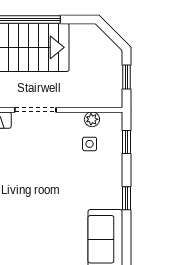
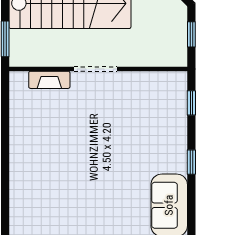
plant: (92, 119) -> (155, 79), removed
side table: (90, 144) -> (153, 105), removed

